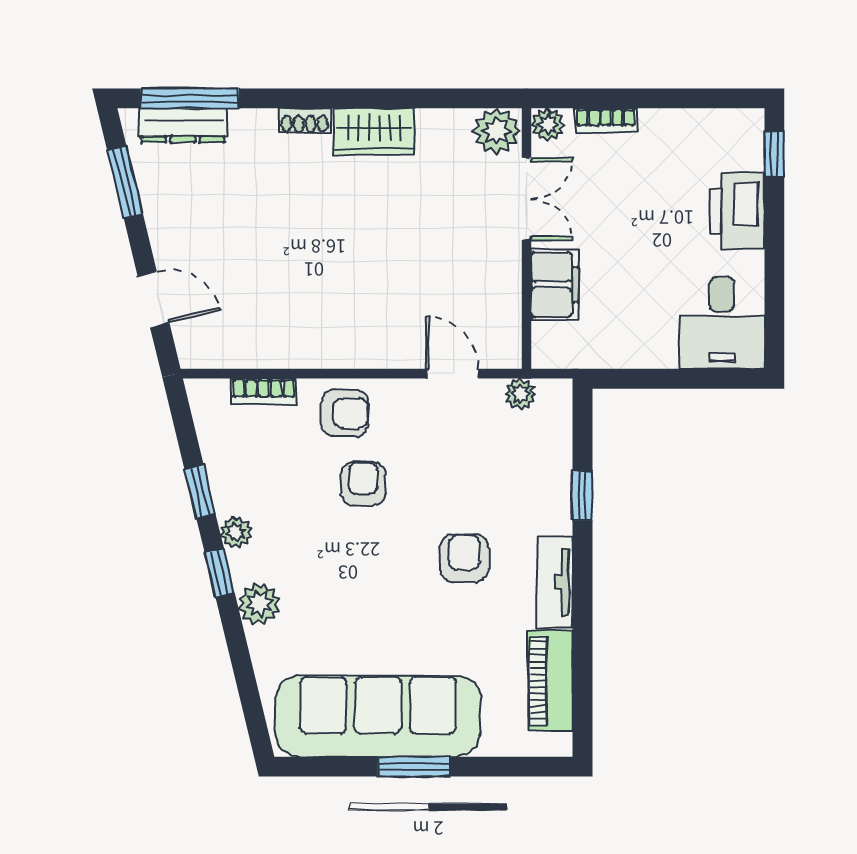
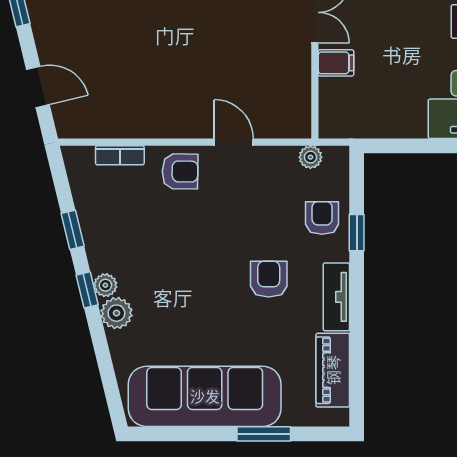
filing cabinet: (555, 285) -> (336, 63), width x0.50
door: (452, 374) -> (234, 142), moved
armchair: (363, 484) -> (322, 218), moved
plant: (236, 532) -> (105, 285), moved
window: (414, 767) -> (264, 434), moved

